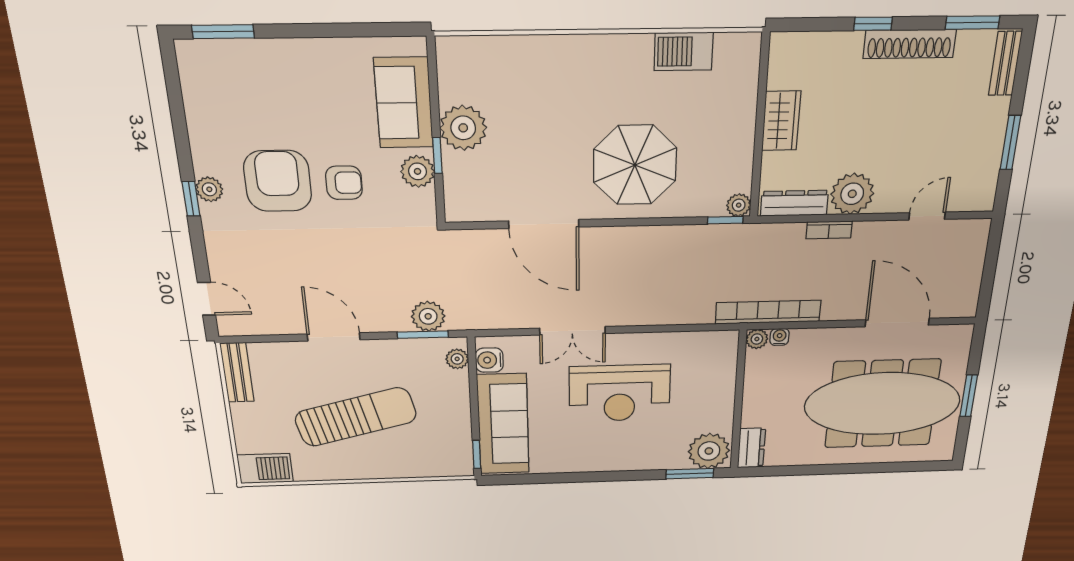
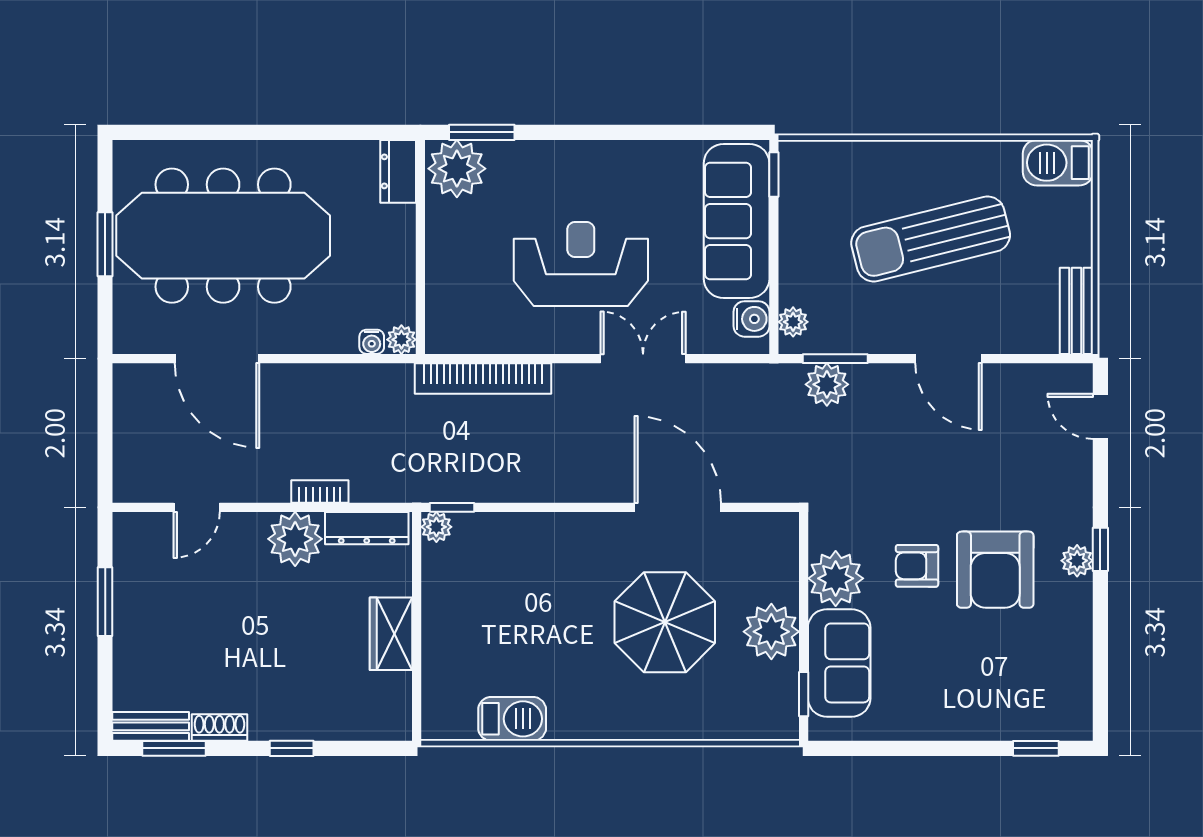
window: (223, 32) -> (1036, 748), width x0.67
shoe rack: (910, 44) -> (219, 727), width x0.51, depth x0.81
bench: (1005, 63) -> (151, 726), moved, turned 90
window: (437, 156) -> (804, 694), moved
parasol: (635, 165) -> (665, 622), moved
plant: (418, 171) -> (836, 578), width x1.36, depth x1.36
bookcase: (768, 312) -> (483, 378), moved

